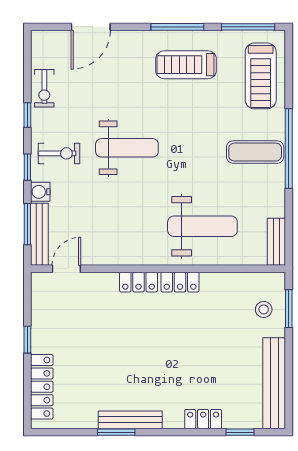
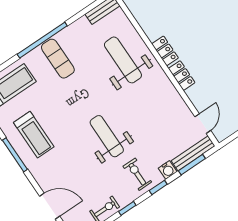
door: (66, 269) -> (203, 124), swing flipped

